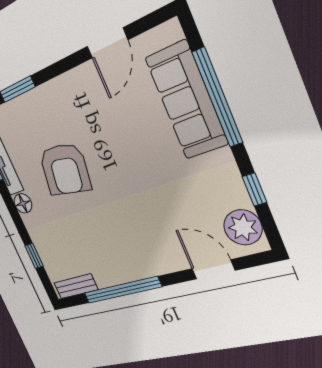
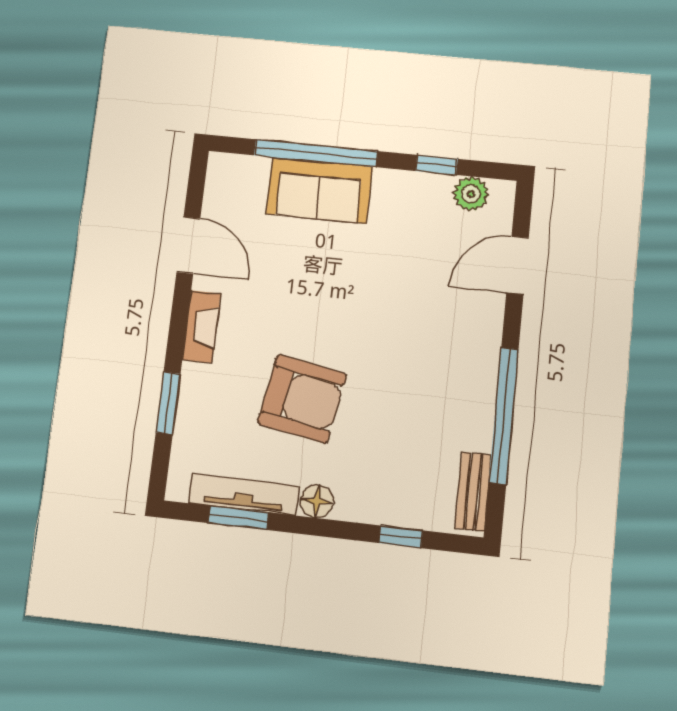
fireplace: (66, 84) -> (201, 327), added
sofa: (187, 101) -> (319, 190), width x0.73
plant: (243, 227) -> (471, 194), width x0.73, depth x0.73

